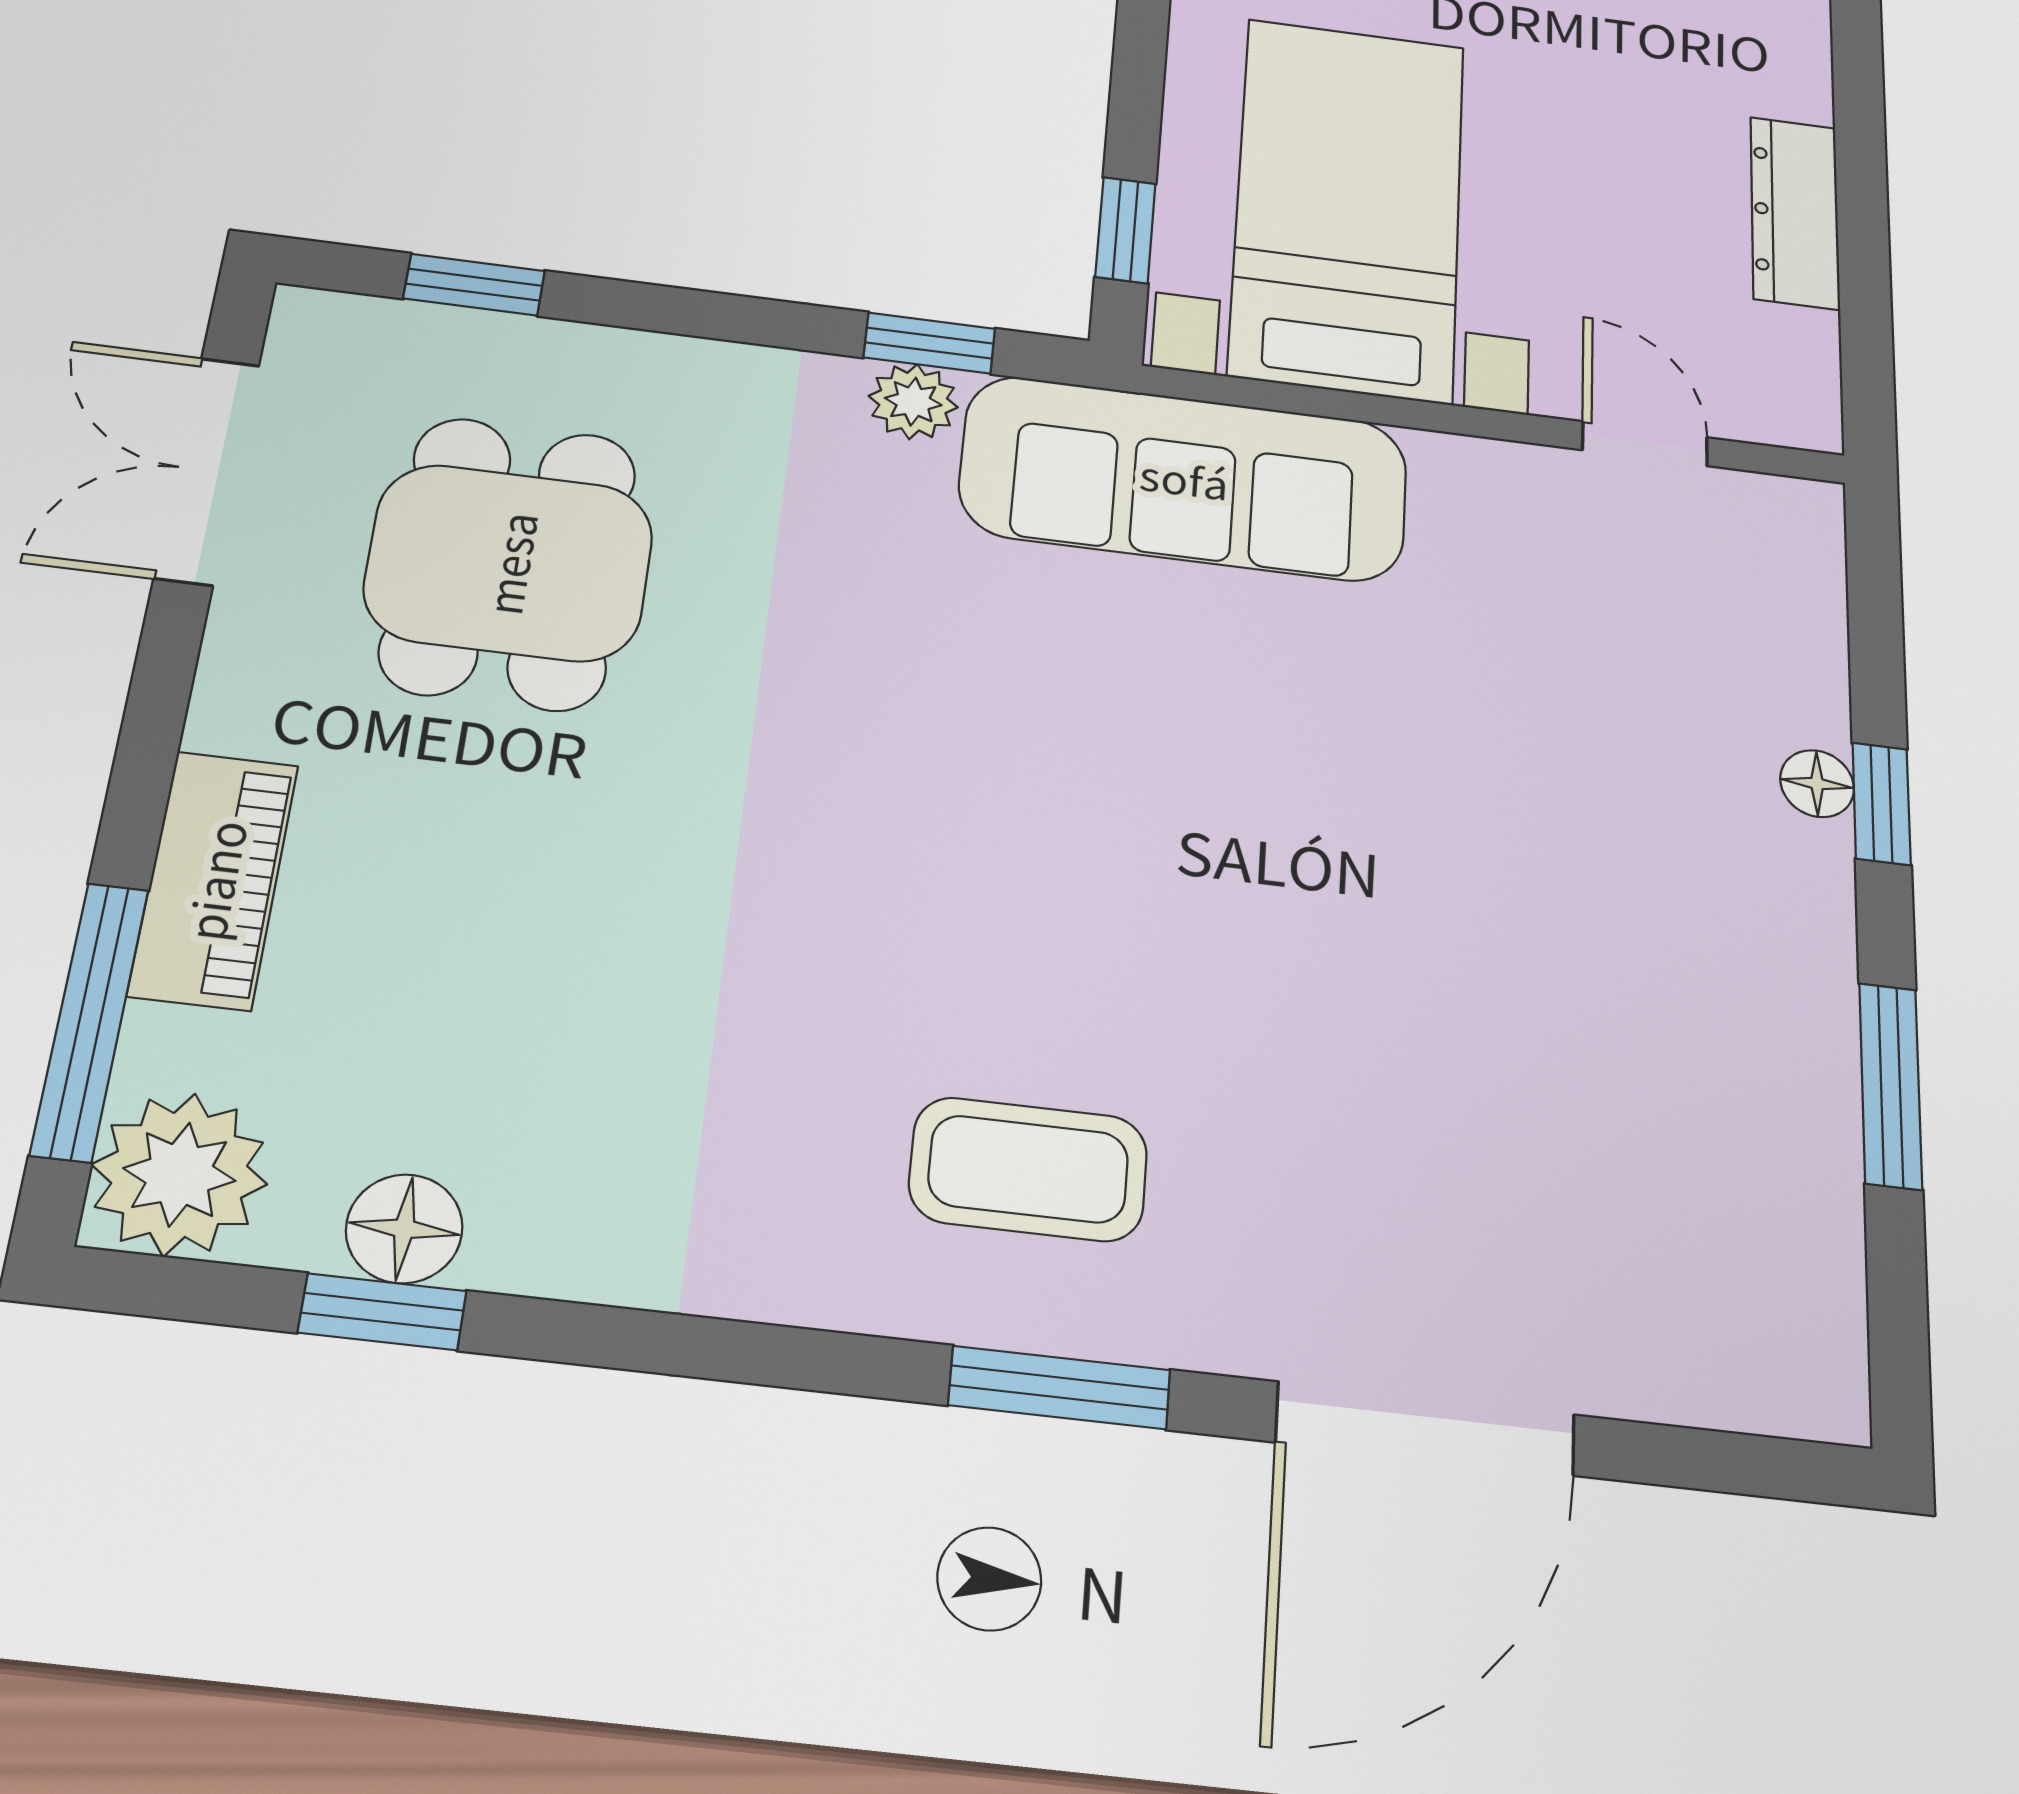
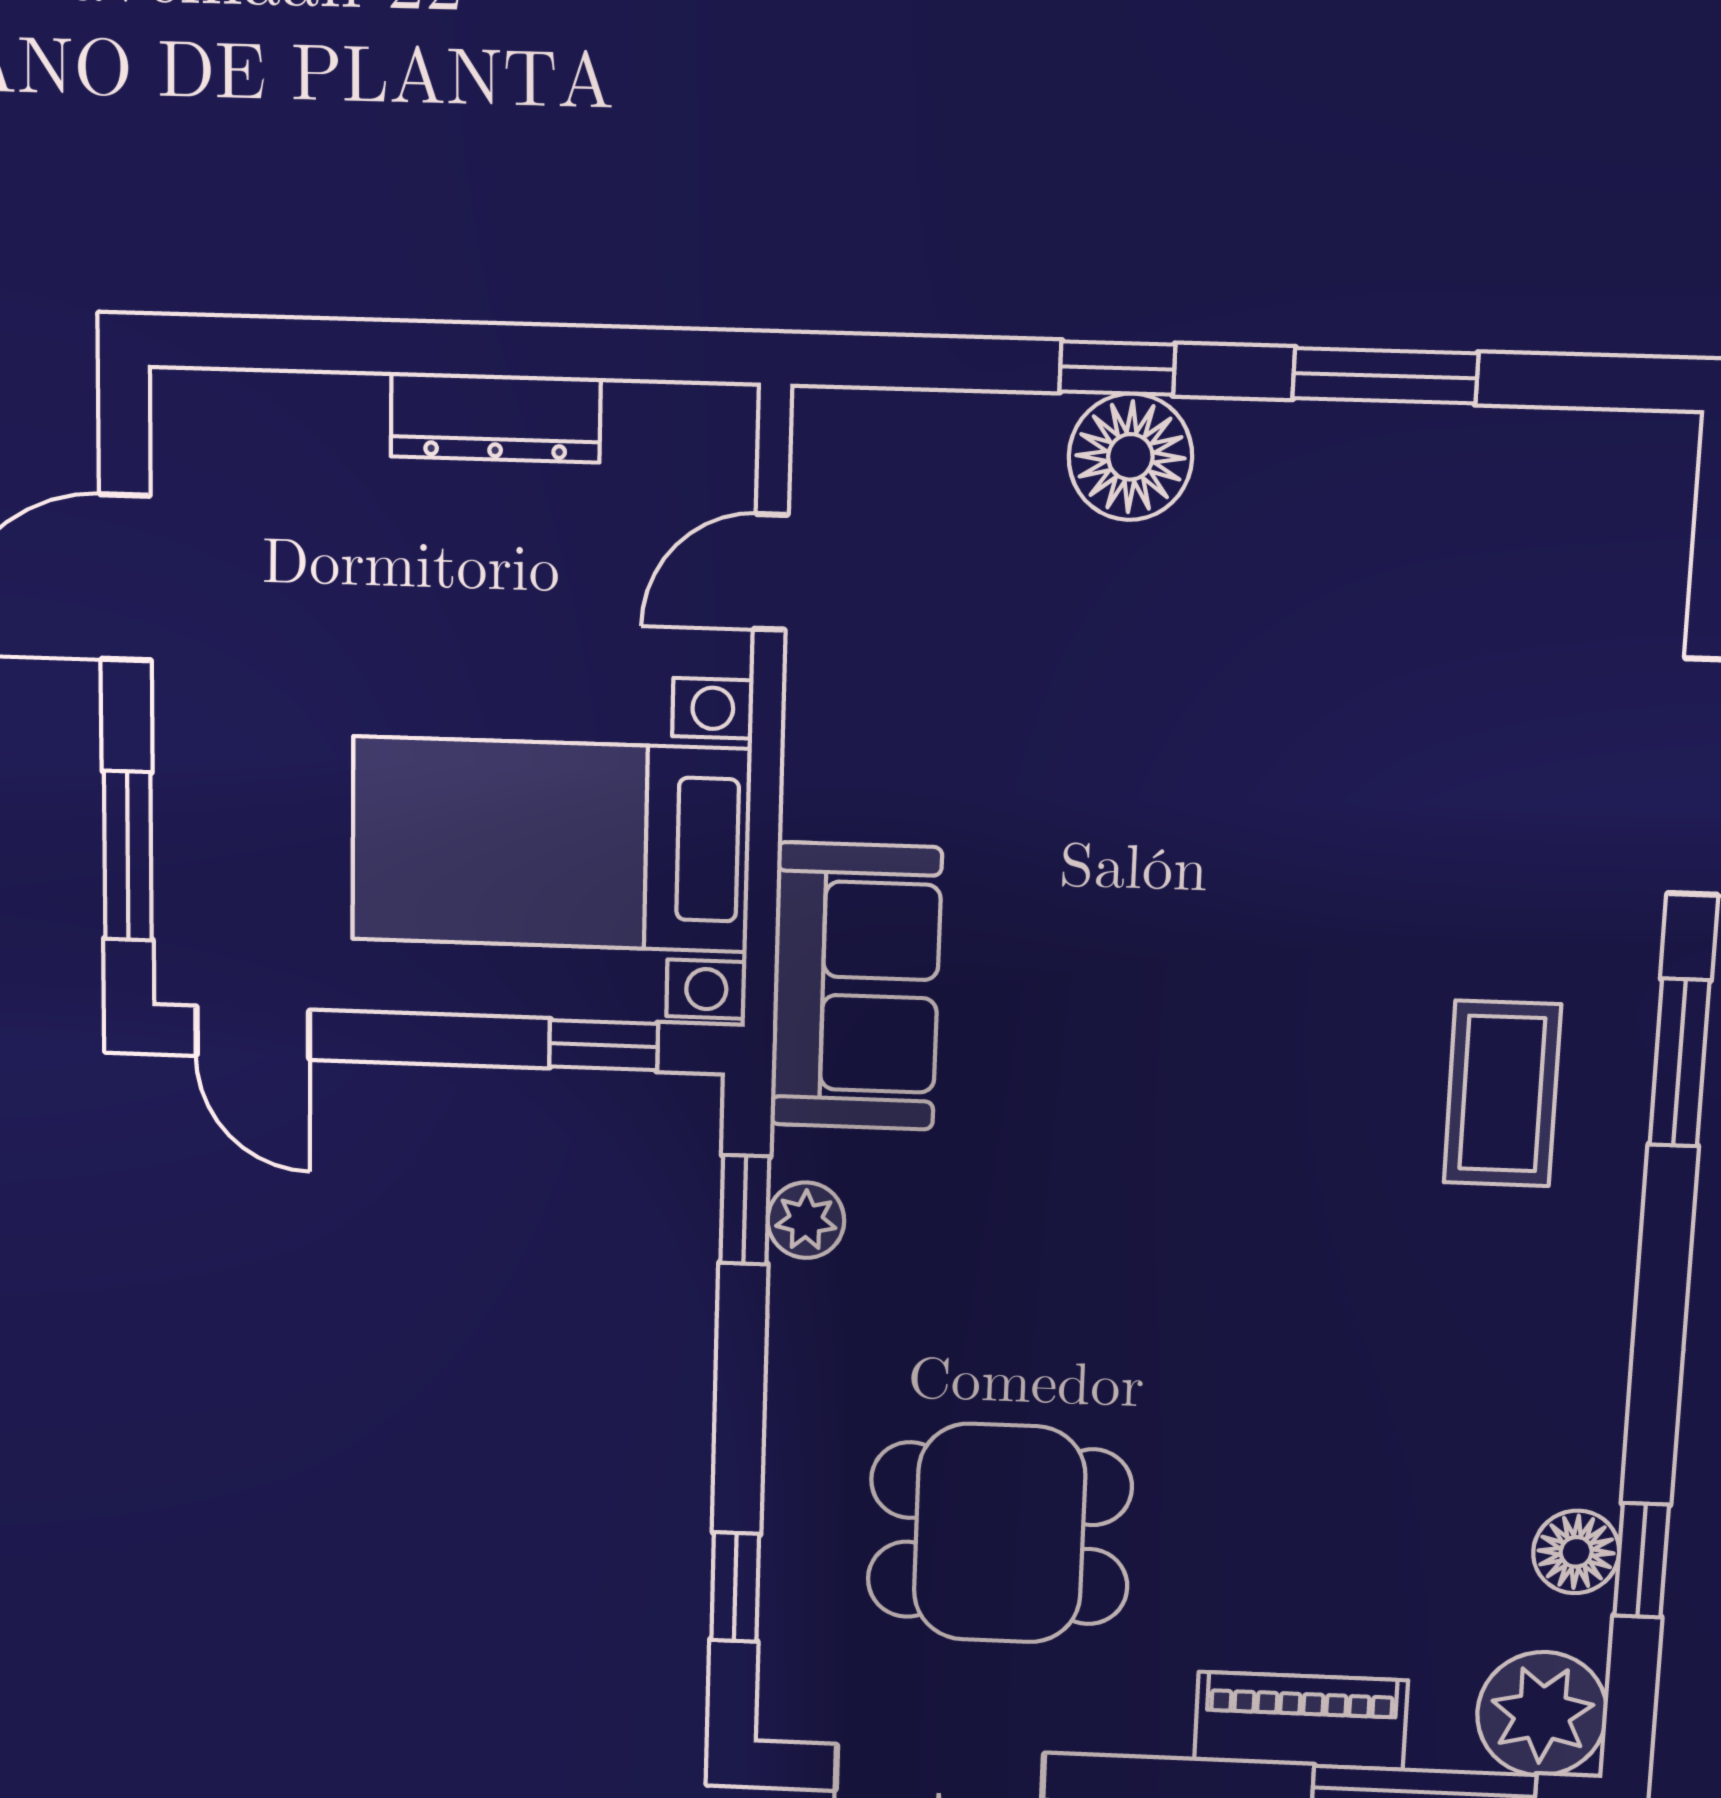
sofa: (1184, 478) -> (856, 987), width x0.73
floor lamp: (1817, 784) -> (1130, 457), width x1.89, depth x1.89

